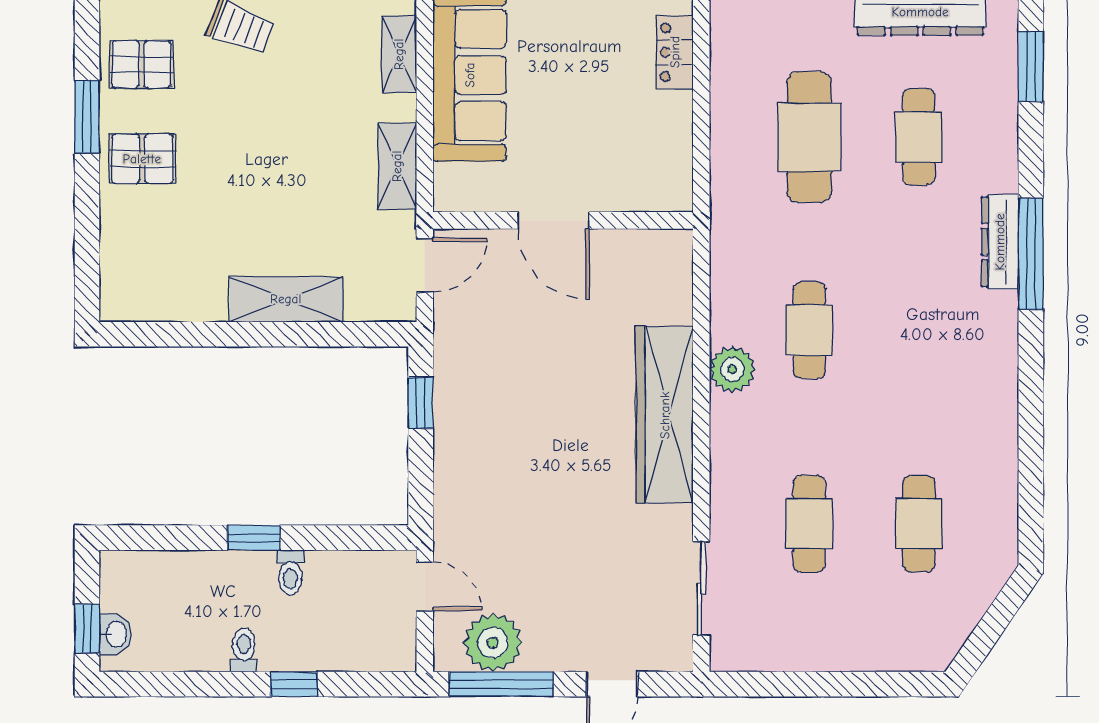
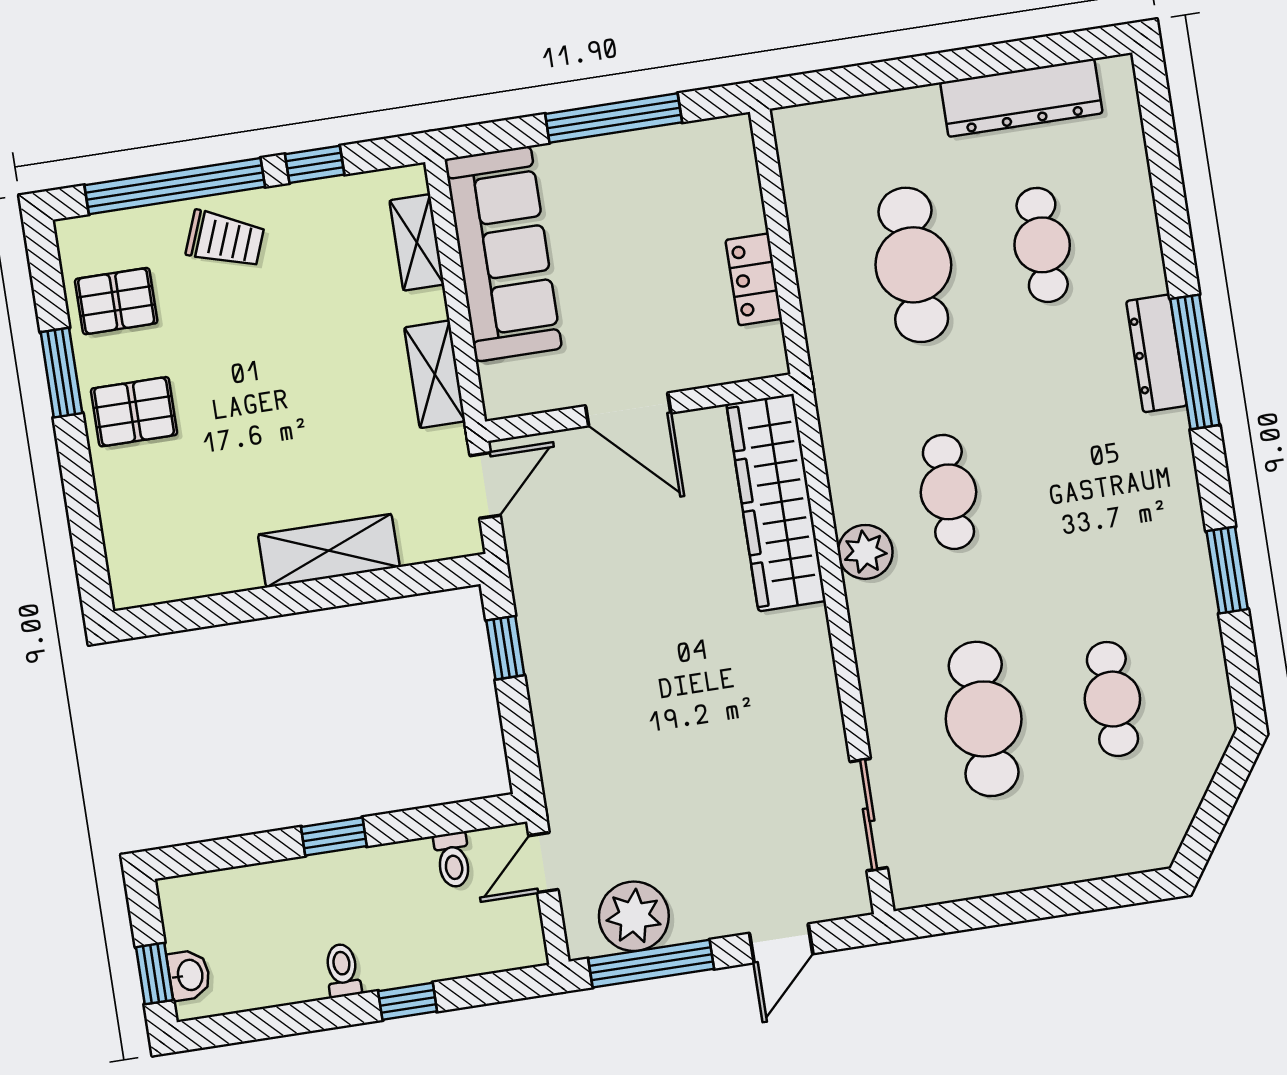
locker: (675, 52) -> (754, 279), moved
window: (1031, 67) -> (1227, 570), moved
wardrobe: (665, 415) -> (776, 503), moved
cafe table: (809, 524) -> (984, 719), width x1.37, depth x1.35
toilet: (290, 572) -> (453, 860), moved
door: (425, 586) -> (543, 863), swing flipped

